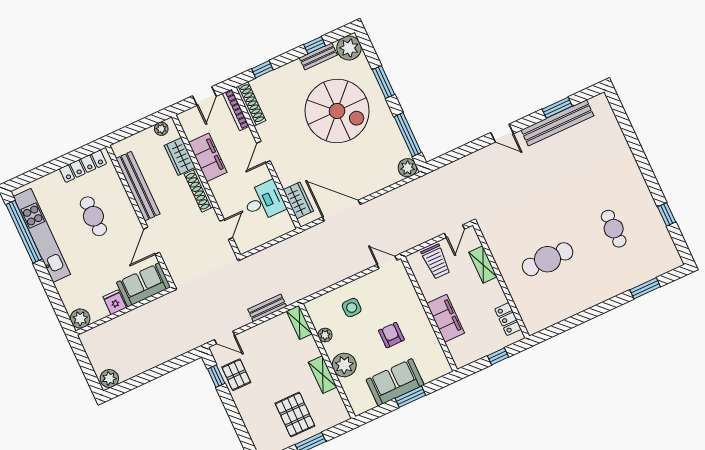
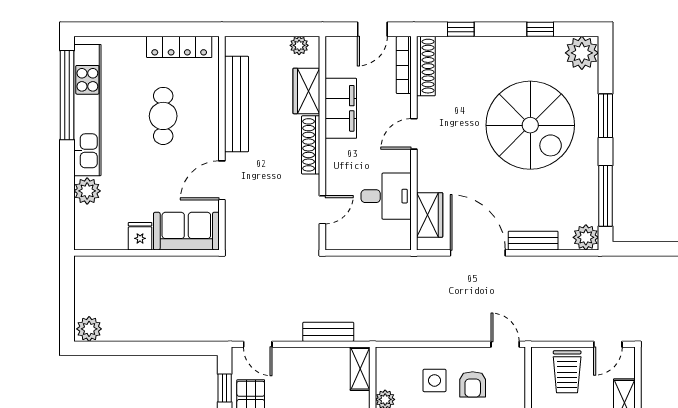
bench: (318, 56) -> (533, 241), moved
armchair: (378, 299) -> (473, 384), added
plant: (80, 319) -> (87, 191), moved

